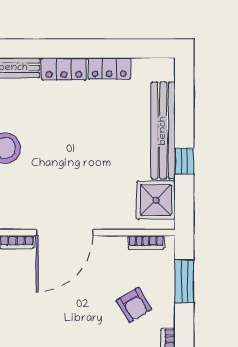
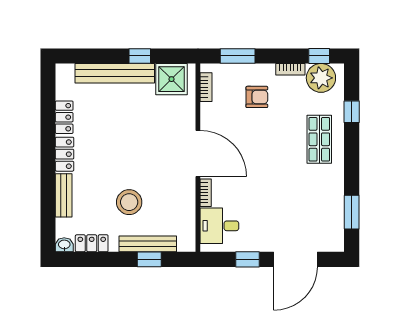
armchair: (134, 305) -> (257, 97), turned 31

